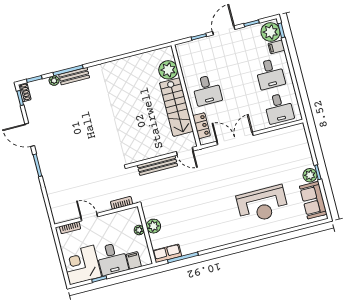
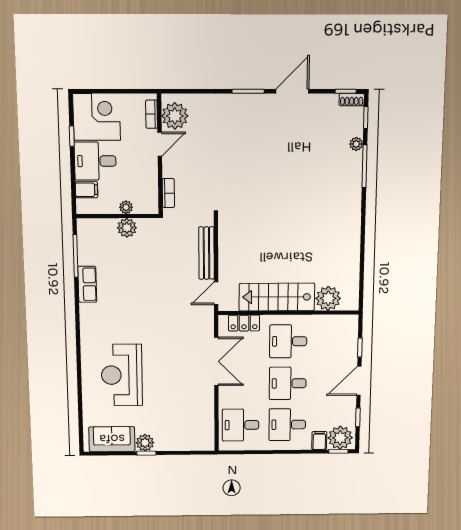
door: (224, 30) -> (359, 381), swing flipped
bench: (74, 76) -> (355, 173), removed
desk: (239, 82) -> (288, 383), added
plant: (67, 211) -> (175, 116), added
row of seats: (167, 253) -> (87, 284), moved

